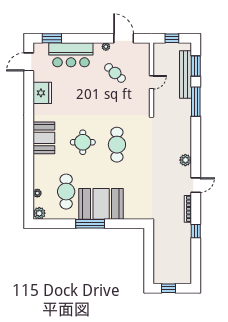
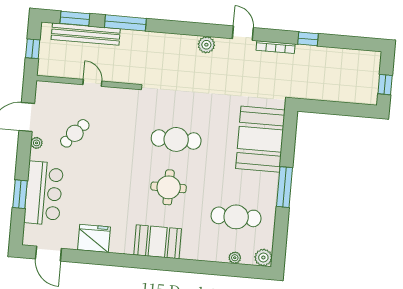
window: (52, 38) -> (20, 194), moved
booth: (101, 204) -> (260, 139), moved

